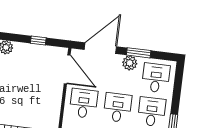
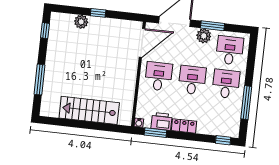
window: (38, 40) -> (98, 13), moved
door: (67, 69) -> (142, 43), hinge flipped

